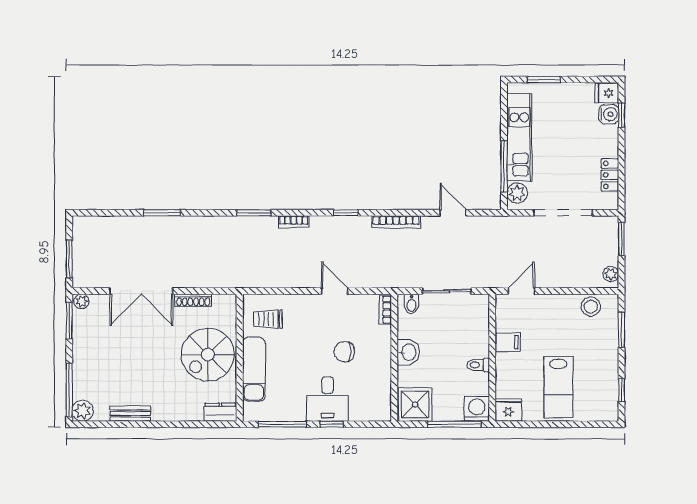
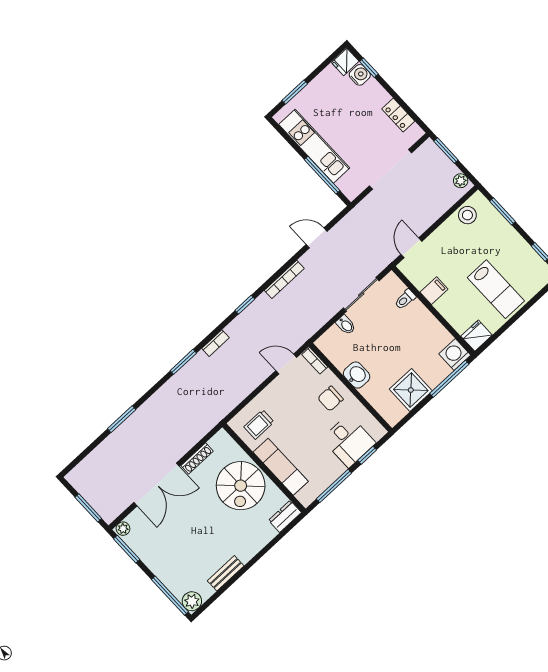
plant: (517, 193) -> (347, 185), removed
bookcase: (385, 310) -> (315, 361), moved
washbasin: (408, 352) -> (357, 375), moved
wall: (394, 358) -> (351, 387), moved
toilet: (478, 365) -> (405, 299), moved

